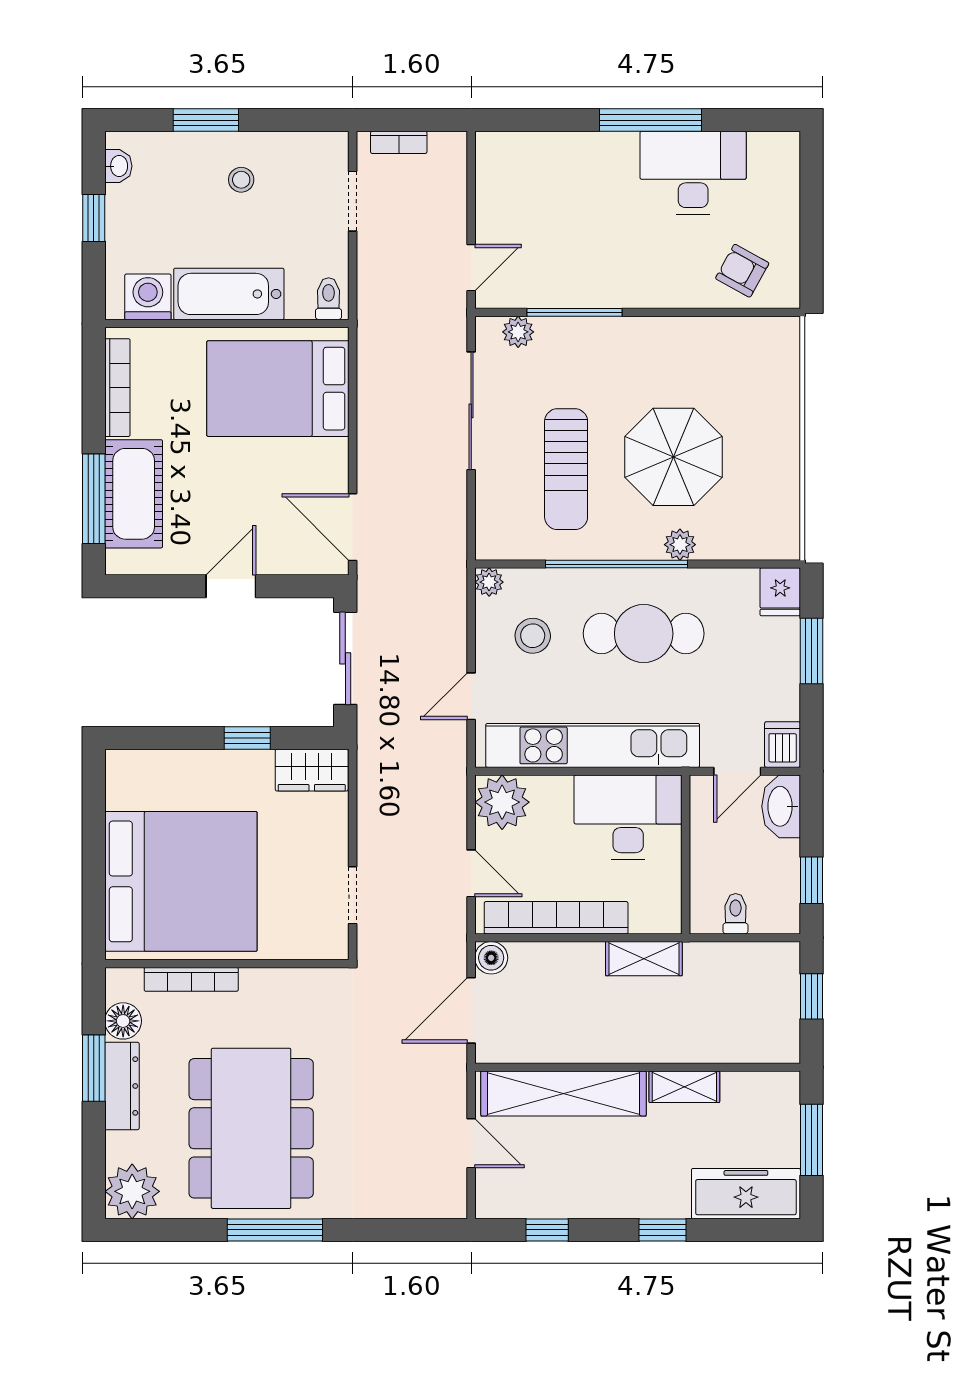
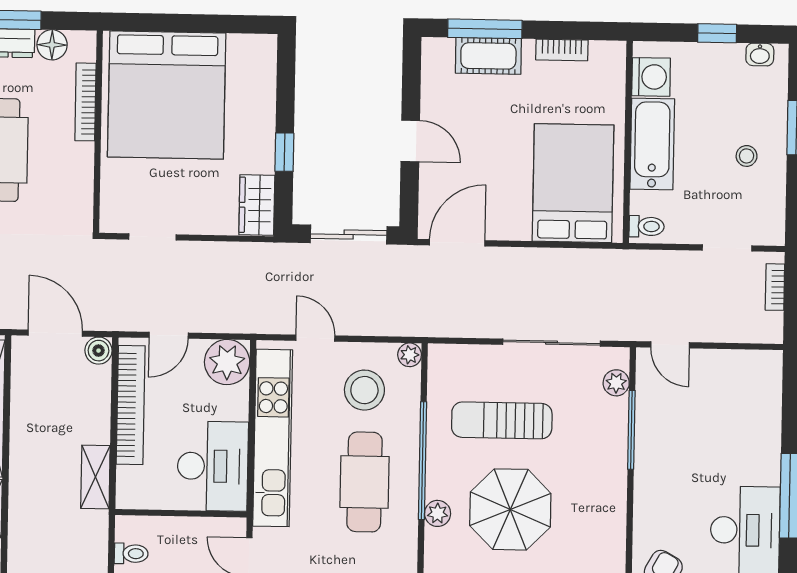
bookcase: (117, 388) -> (562, 50), width x0.64
cot: (134, 494) -> (488, 56), width x0.73, depth x0.75
stool: (533, 636) -> (364, 390), width x1.38, depth x1.38

